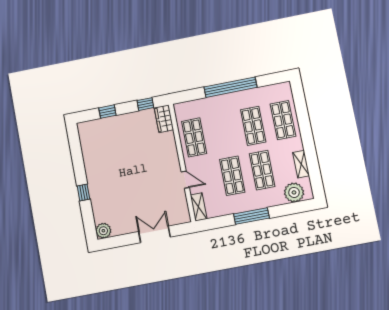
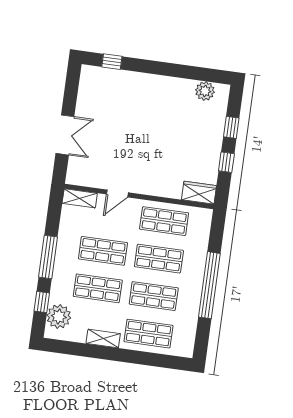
window: (145, 104) -> (226, 162), moved
shop shelf: (224, 132) -> (159, 259), added
shelving: (301, 164) -> (103, 339), moved
window: (83, 192) -> (112, 62), moved
window: (287, 209) -> (42, 302), added
plant: (103, 231) -> (205, 91), moved

